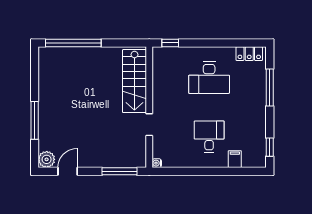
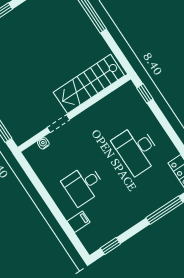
desk: (209, 137) -> (83, 185), turned 180
water cooler: (157, 163) -> (43, 143), moved

